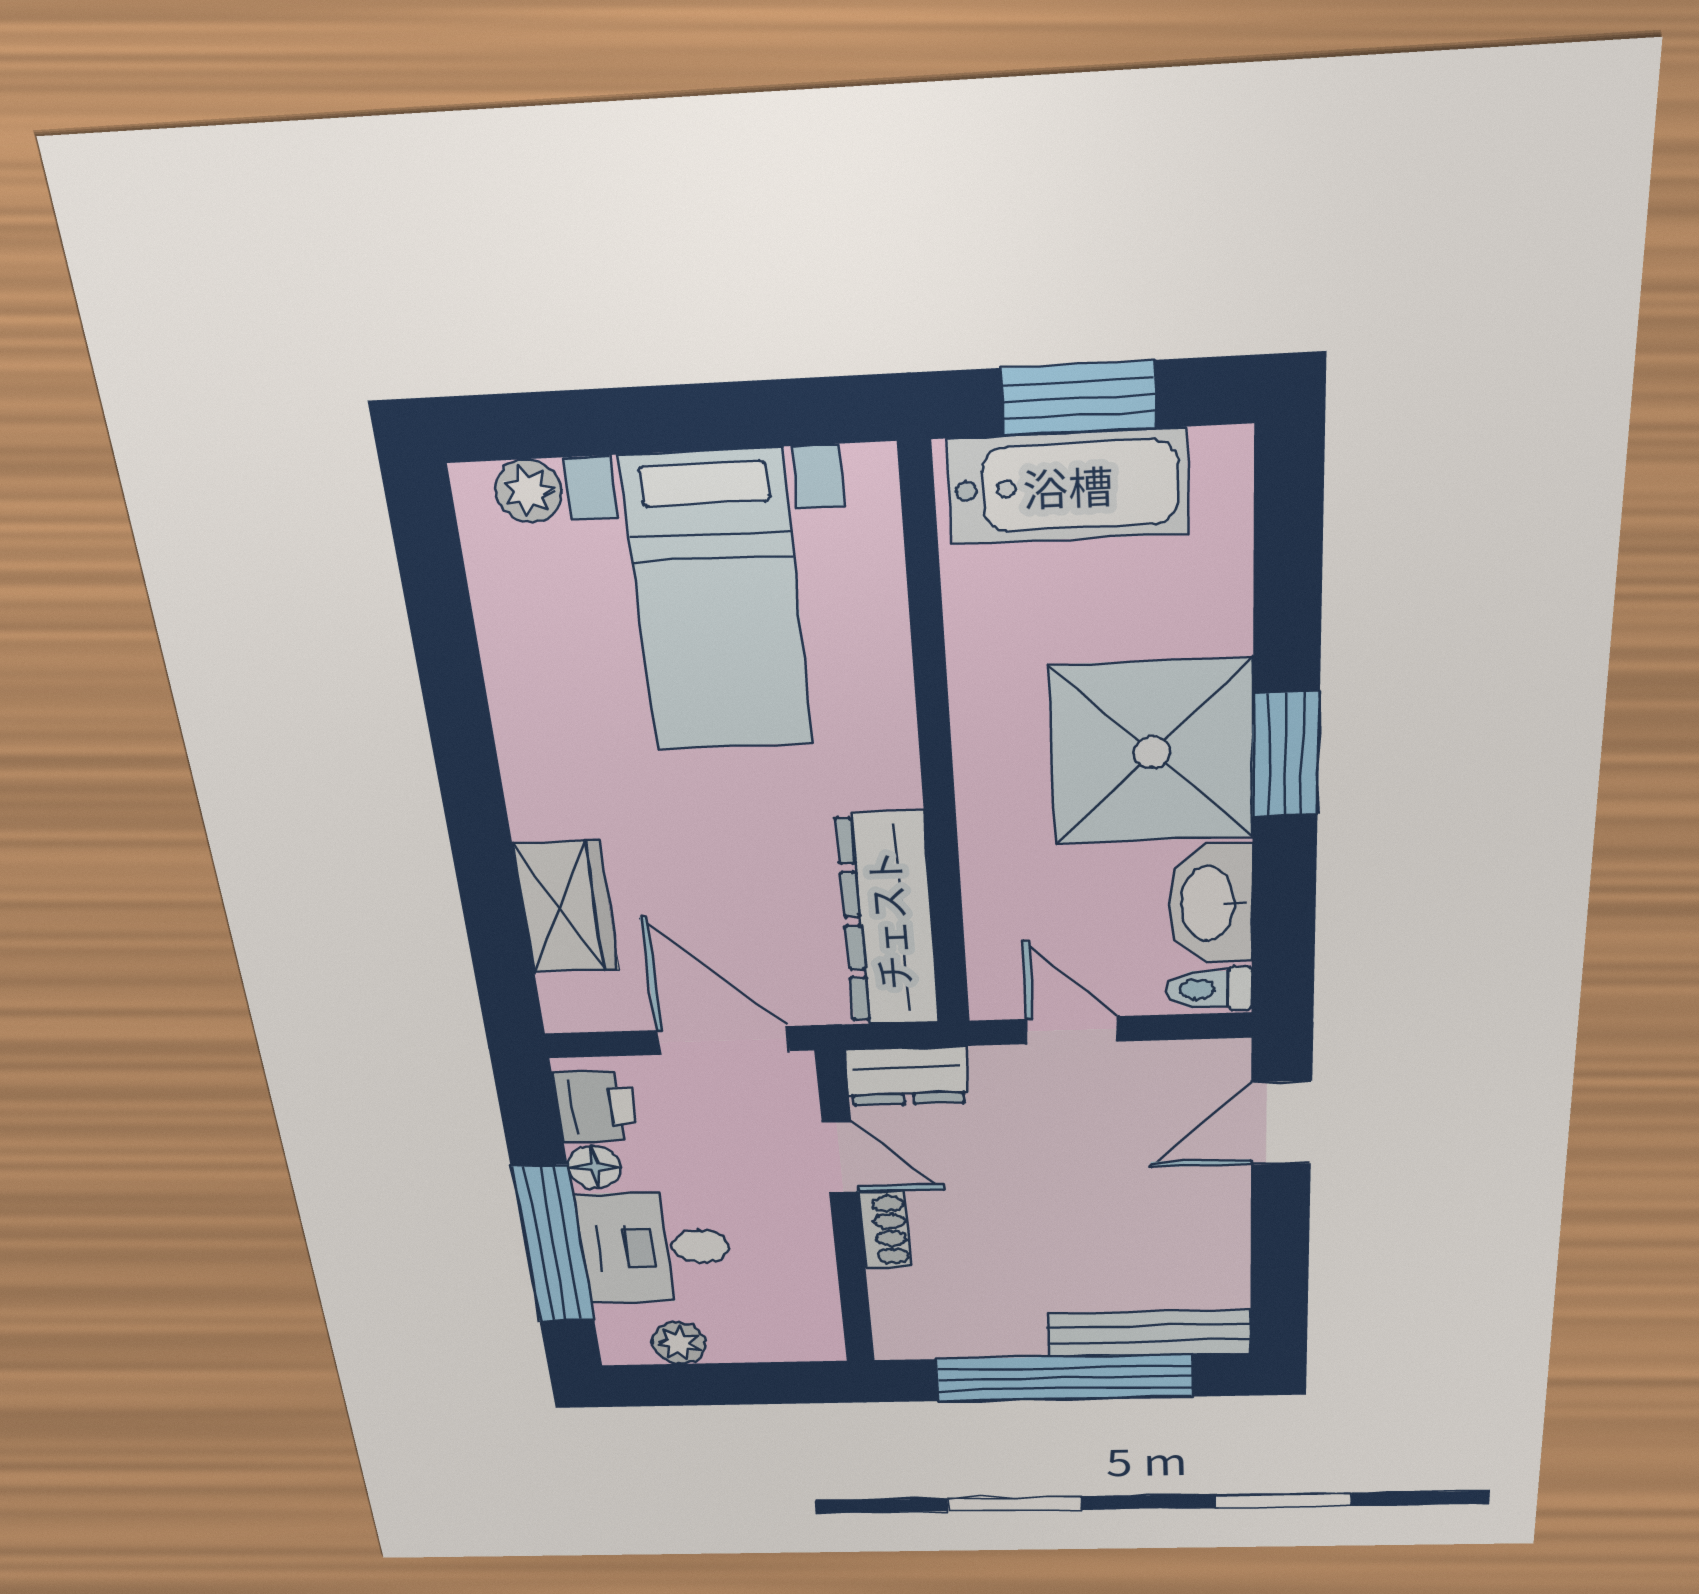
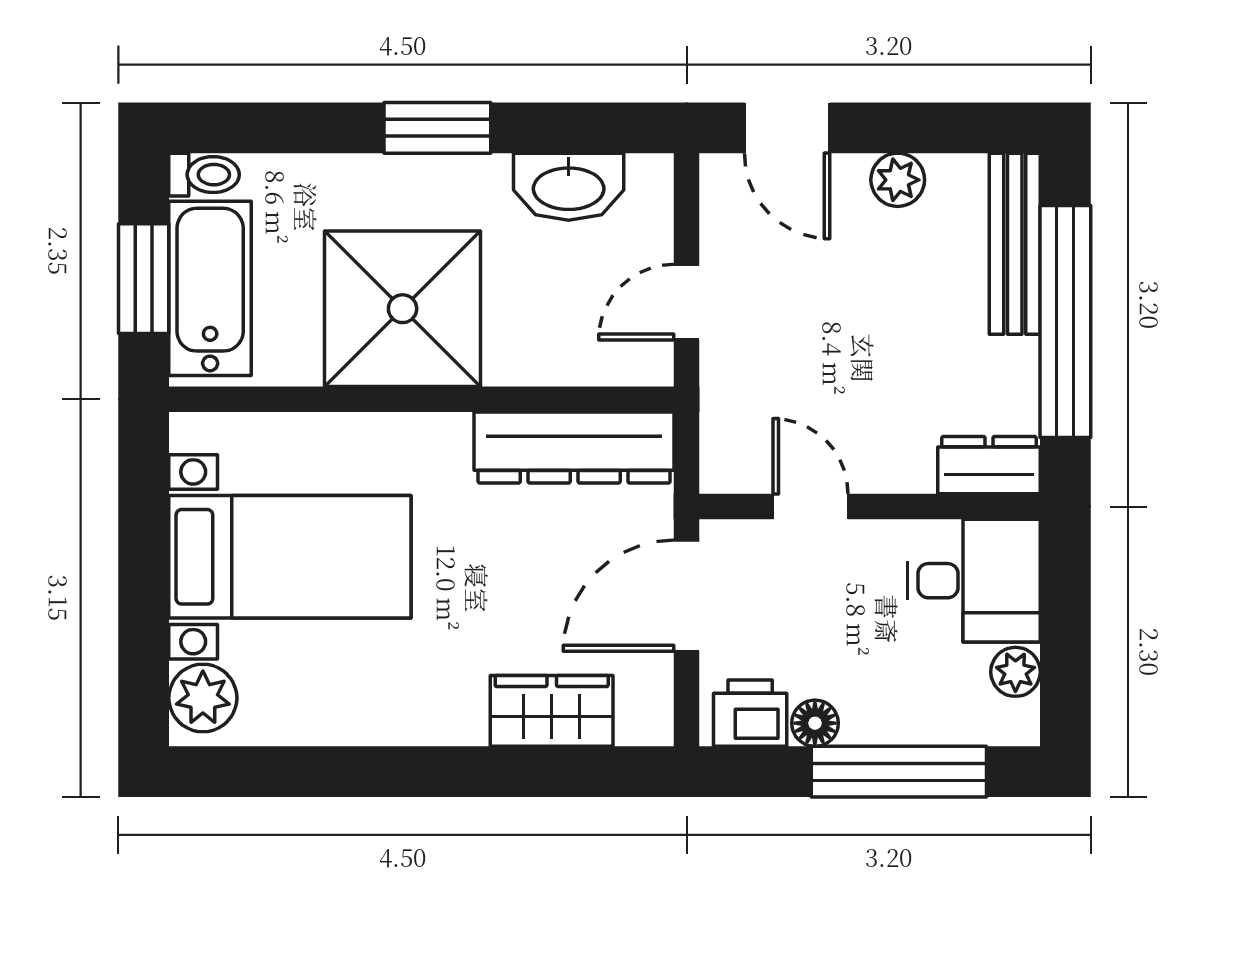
plant: (528, 491) -> (203, 698), width x1.38, depth x1.38
shower: (1152, 752) -> (403, 309), moved
toilet: (1209, 989) -> (204, 175), moved, turned -90
dresser: (907, 1076) -> (989, 465), moved, turned -90
door: (840, 1157) -> (811, 507), hinge flipped
plant: (1220, 1228) -> (898, 180), added
shoe rack: (885, 1230) -> (891, 474), removed
desk: (655, 1248) -> (974, 581), moved, turned -90

